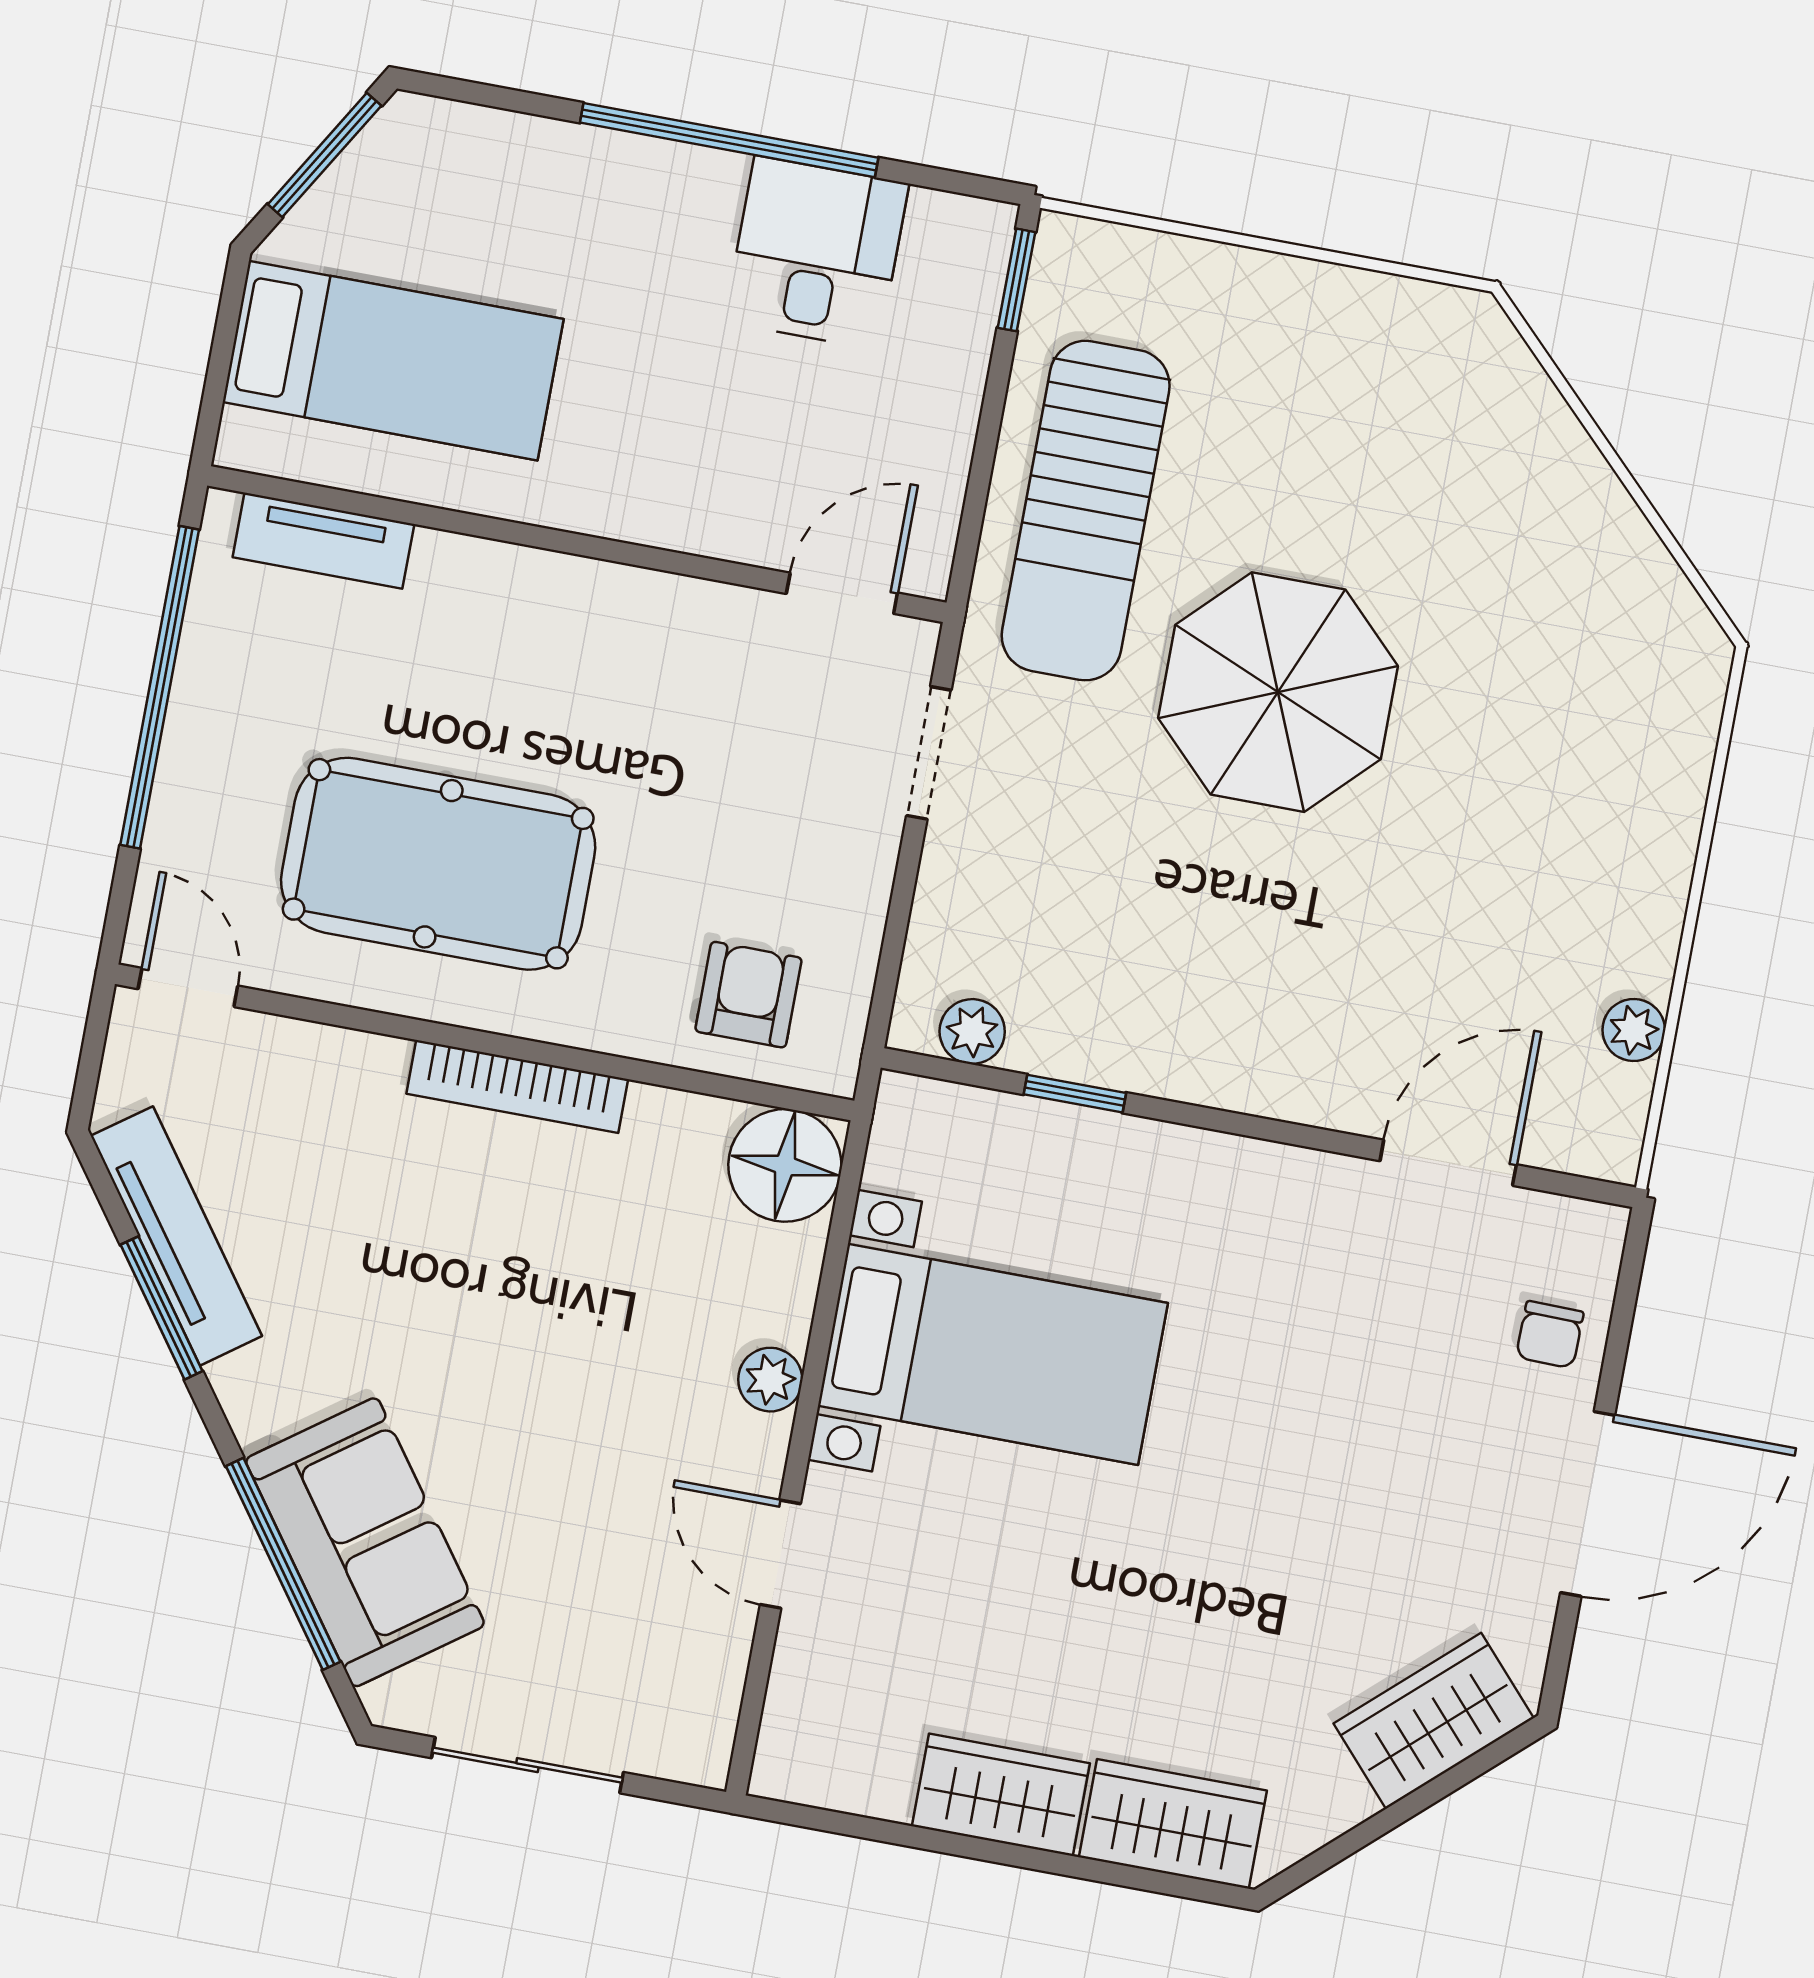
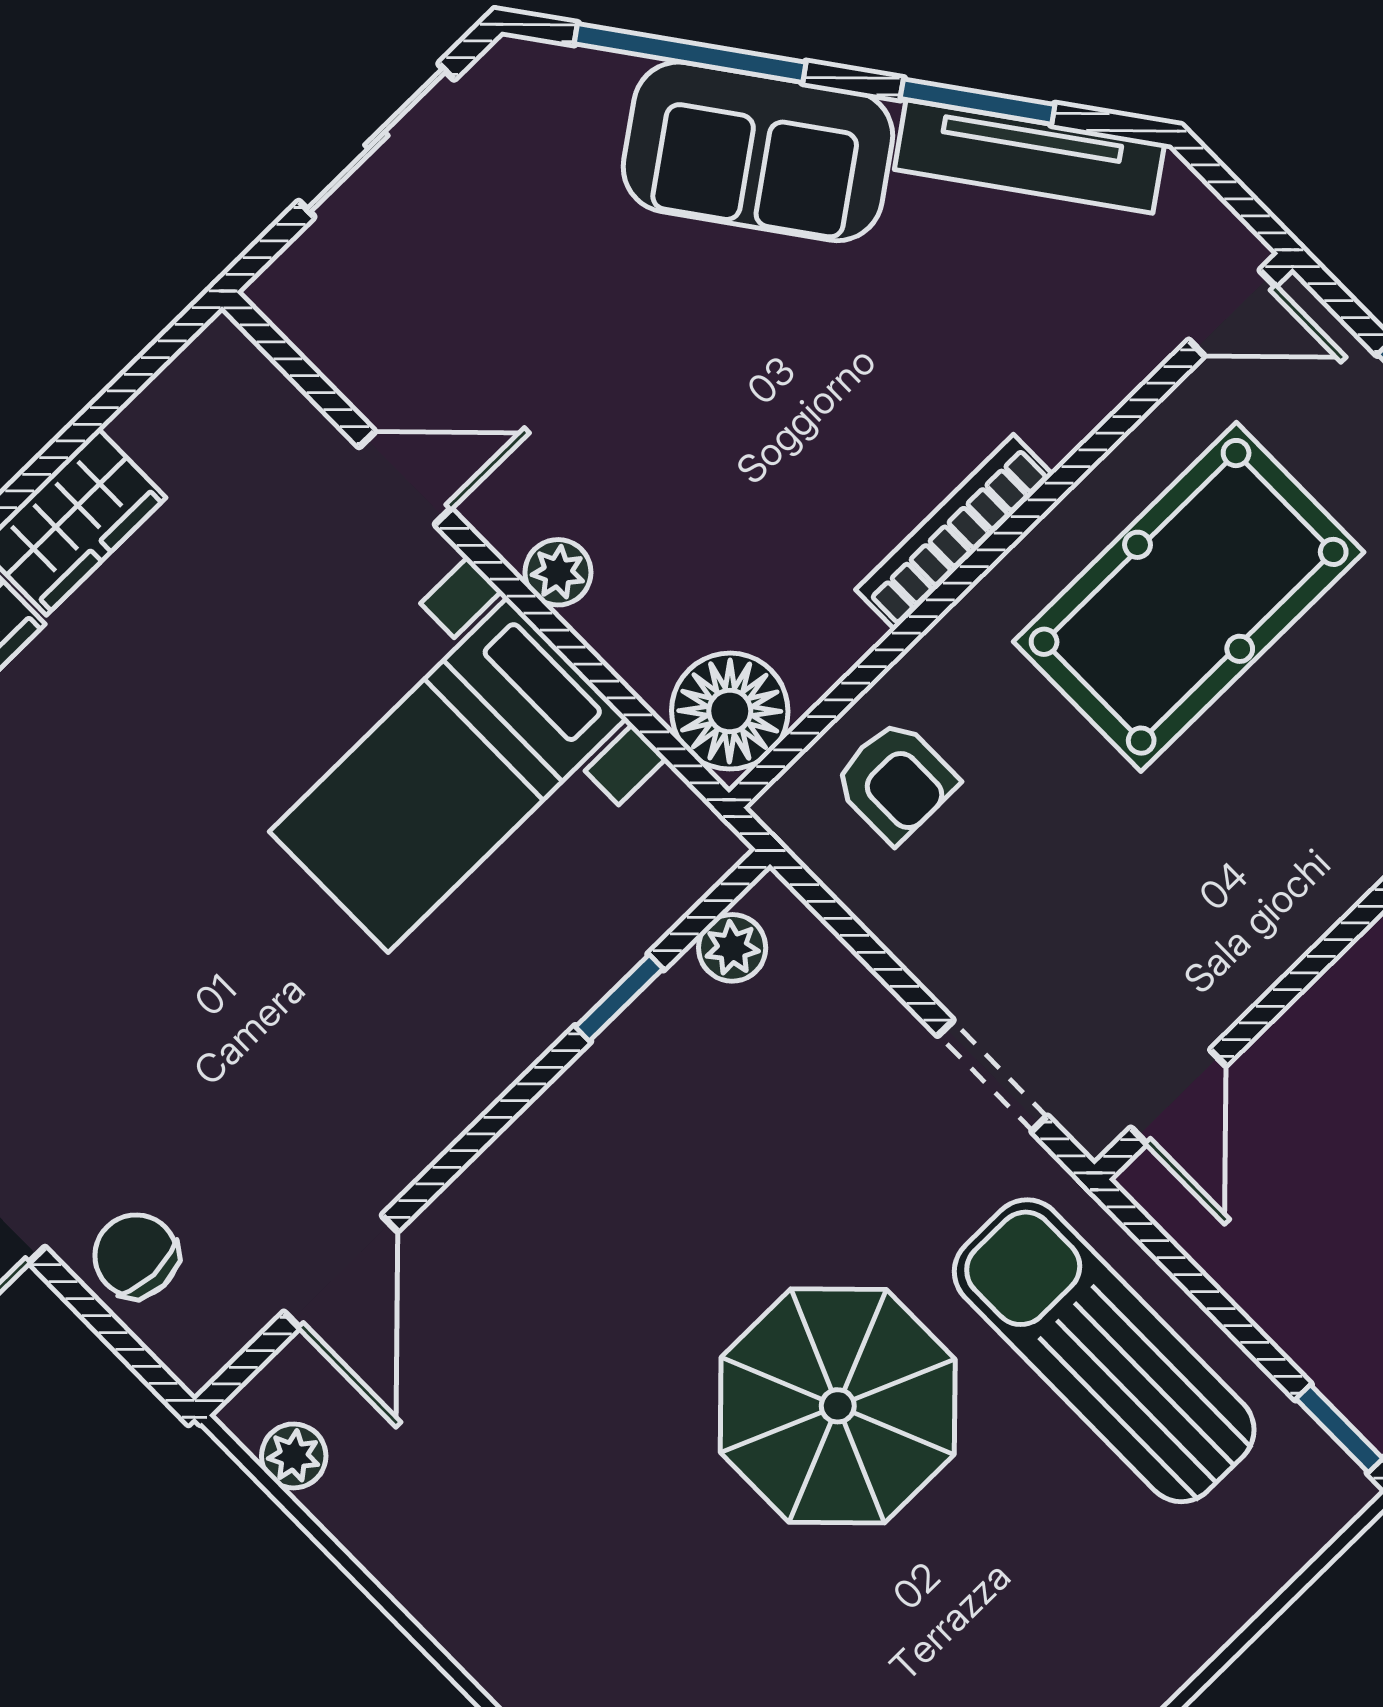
plant: (1634, 1030) -> (294, 1456), moved
chair: (1550, 1335) -> (136, 1256), width x1.37, depth x1.37
sofa: (365, 1542) -> (758, 151), moved

